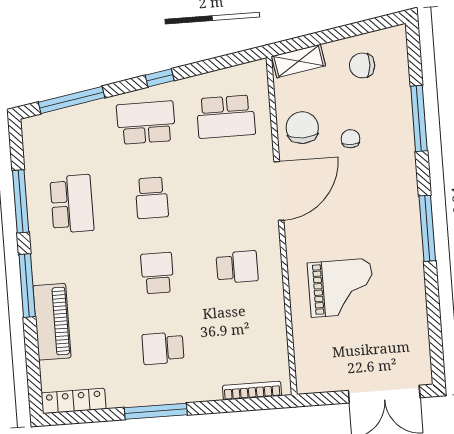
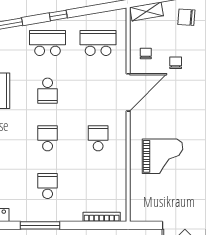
school desk: (226, 117) -> (98, 43), turned 180
chair: (302, 128) -> (146, 54), width x0.54, depth x0.54
school desk: (237, 267) -> (98, 138), turned -90
school desk: (163, 348) -> (48, 186), turned 90

